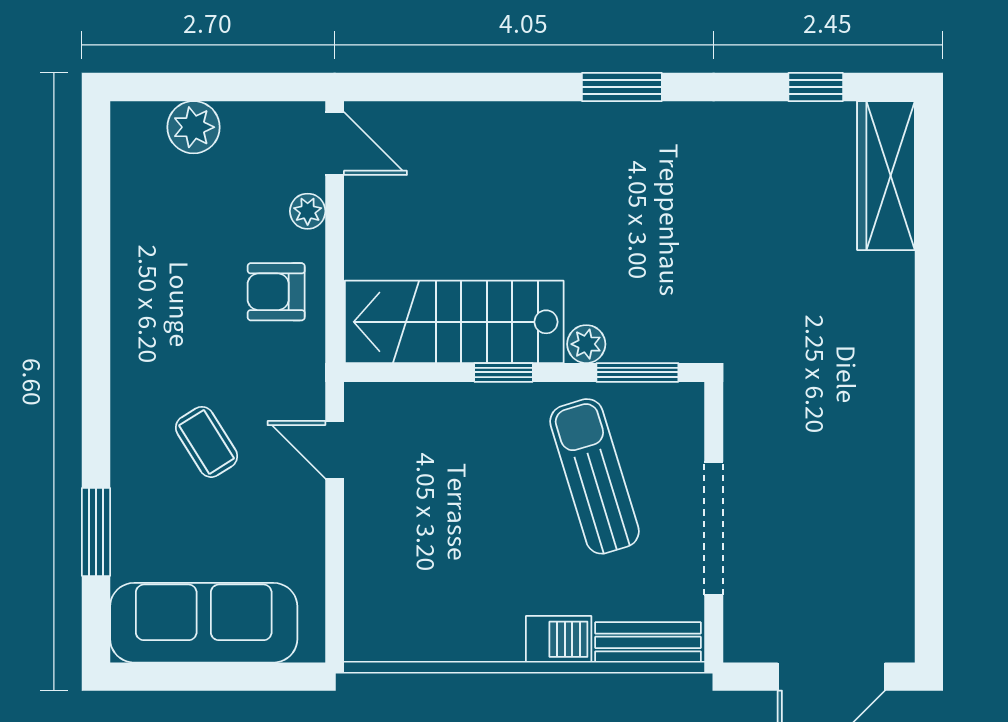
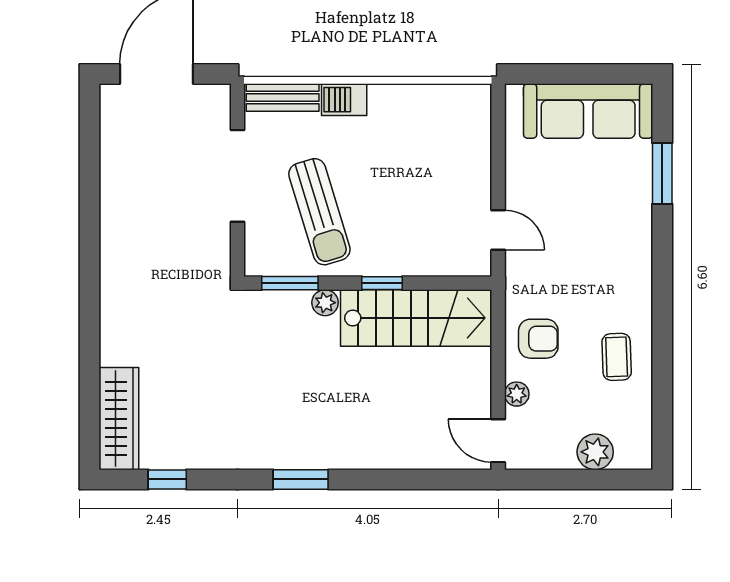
coffee table: (207, 442) -> (617, 357), moved, turned 30

